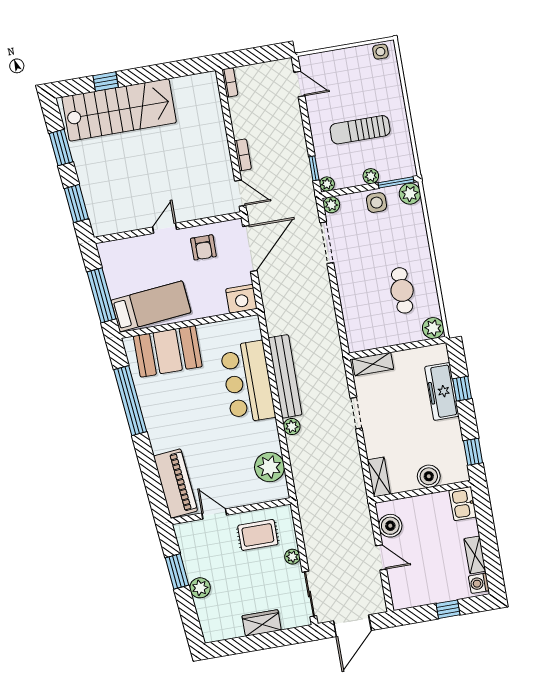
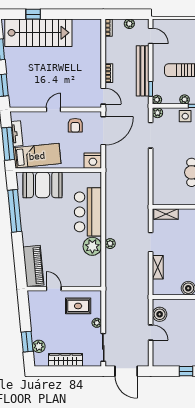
plant: (262, 70) -> (129, 24), added
tv unit: (112, 277) -> (17, 134), added
bench: (285, 376) -> (143, 71), moved
plant: (270, 467) -> (92, 246), moved
shelving: (379, 477) -> (158, 267), moved
window: (177, 571) -> (27, 342), moved
plant: (200, 588) -> (39, 346), moved
wardrobe: (262, 623) -> (66, 360), width x1.50
door: (352, 626) -> (126, 371), hinge flipped

